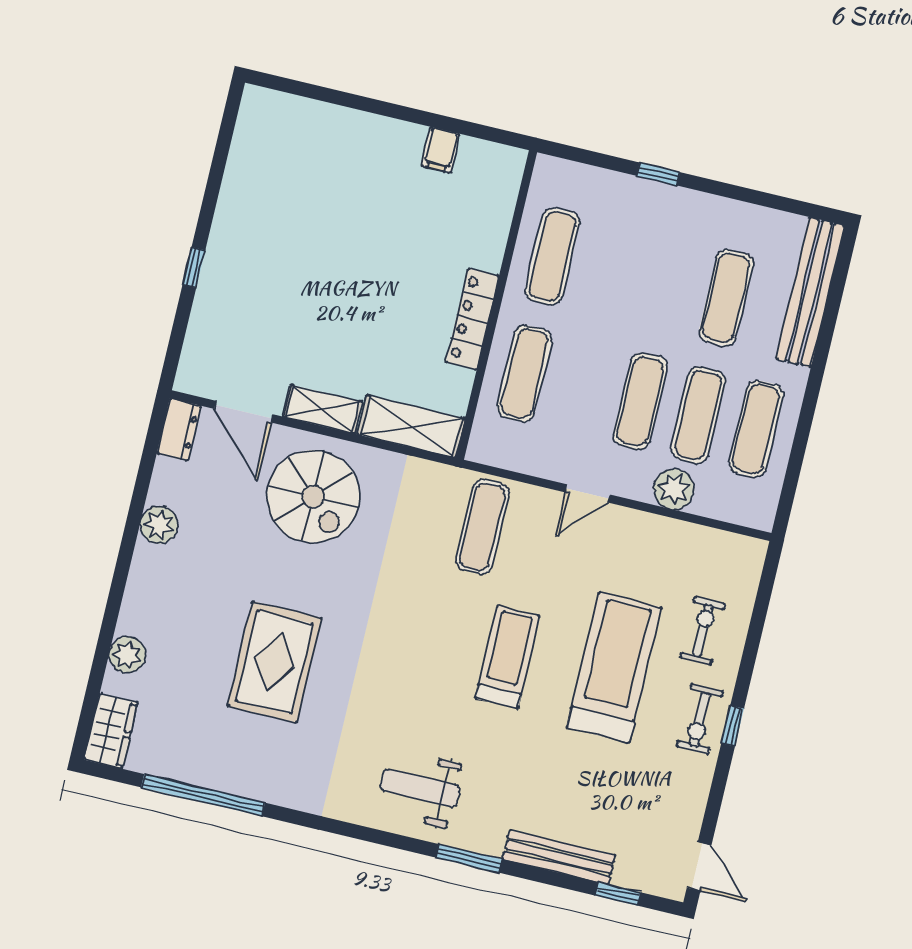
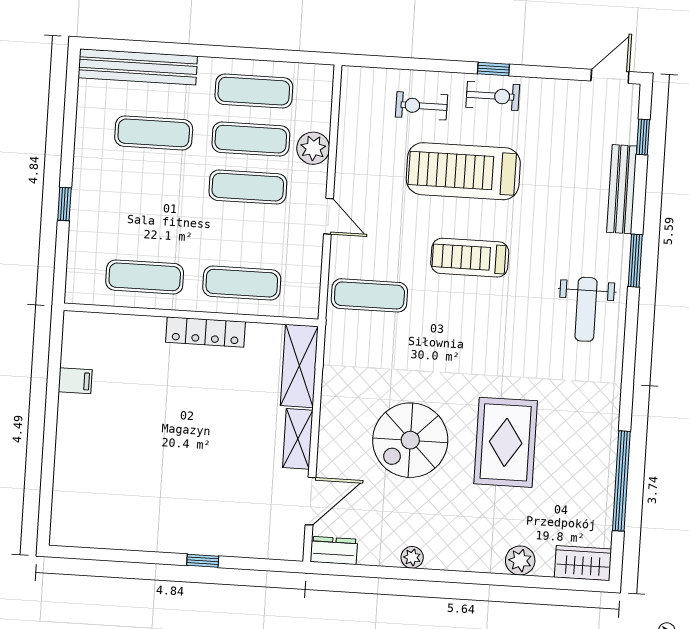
spiral stairs: (313, 496) -> (410, 440), moved, turned 180
plant: (159, 525) -> (412, 557), width x0.73, depth x0.73
rug: (275, 662) -> (506, 442), turned 90

